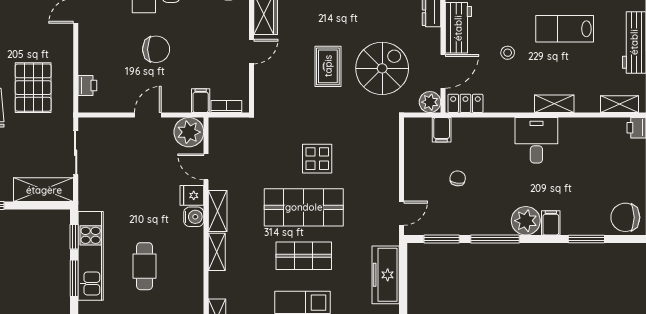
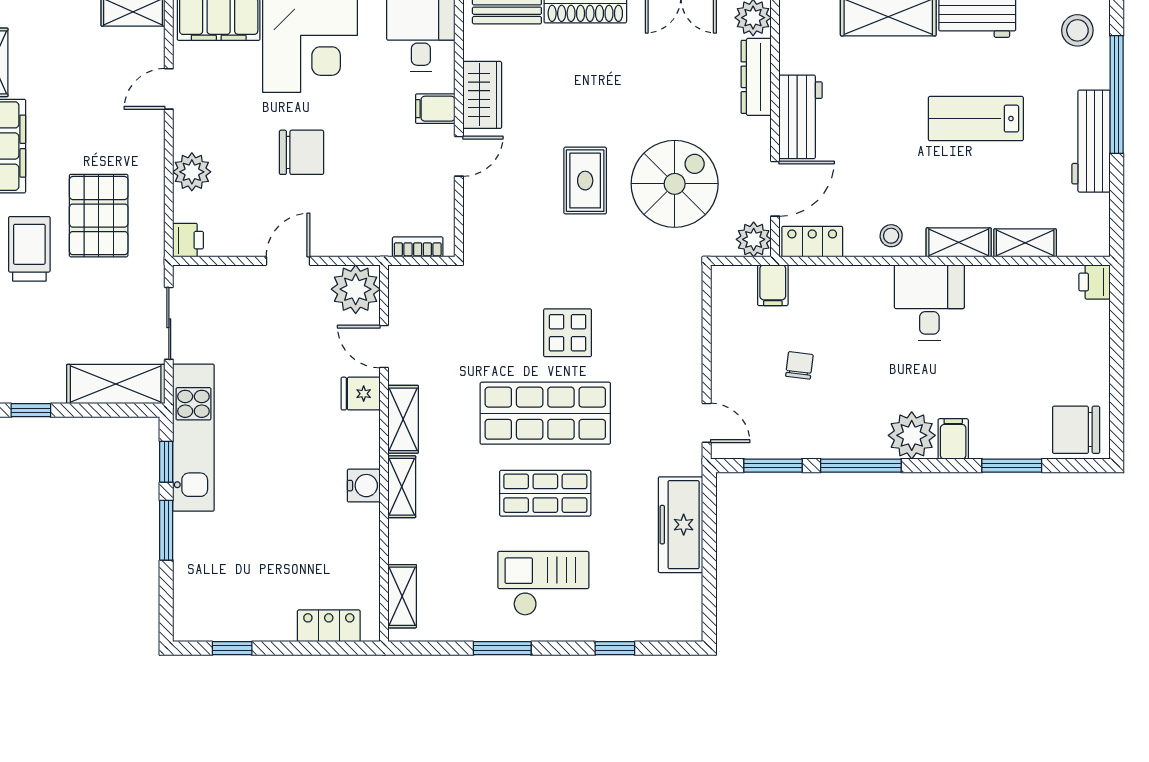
stool: (508, 53) -> (891, 236), moved
plant: (90, 61) -> (192, 172), added
printer: (87, 86) -> (188, 240), moved
filing cabinet: (201, 101) -> (435, 109), moved, turned -90
shelving: (619, 104) -> (1025, 243), moved
door: (401, 213) -> (707, 423), hinge flipped
water cooler: (194, 217) -> (364, 486), moved
kitchen unit: (91, 256) -> (193, 438), moved
cafe table: (145, 266) -> (282, 510), removed

